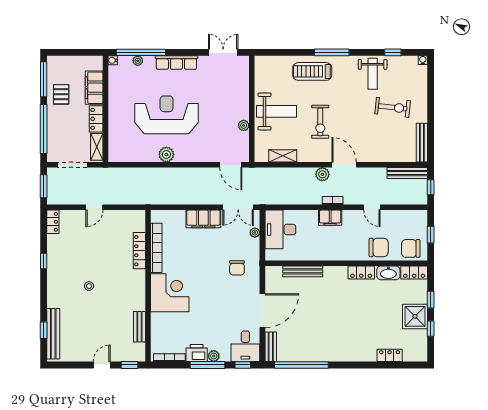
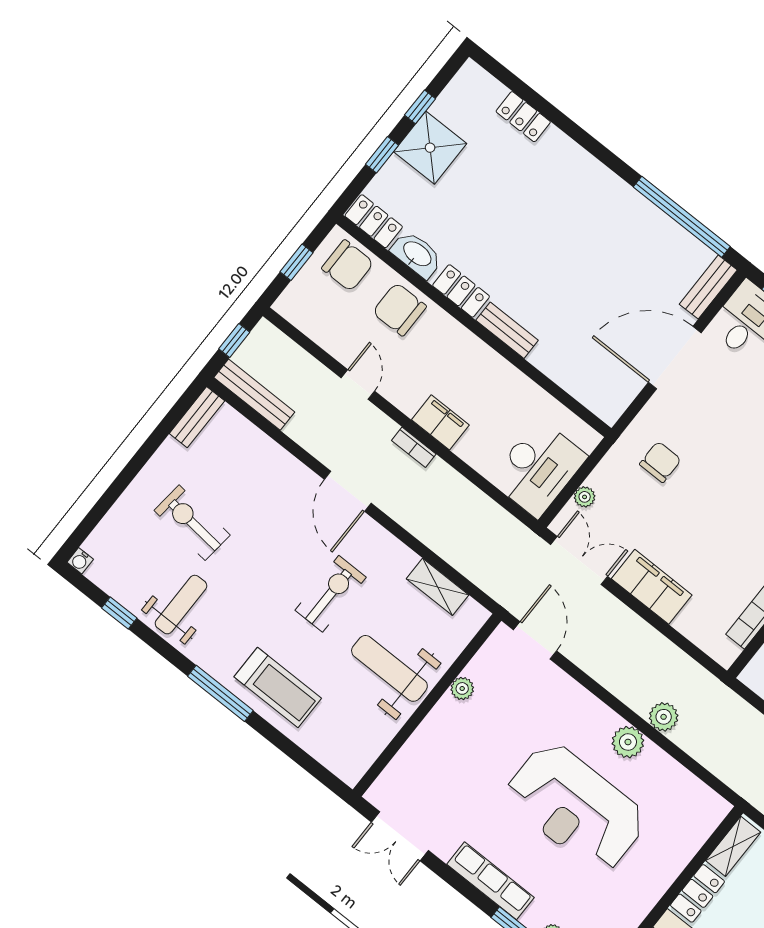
bench: (422, 143) -> (197, 417), width x0.73
plant: (322, 174) -> (664, 717), moved
bench: (303, 271) -> (507, 330), moved, width x0.73

